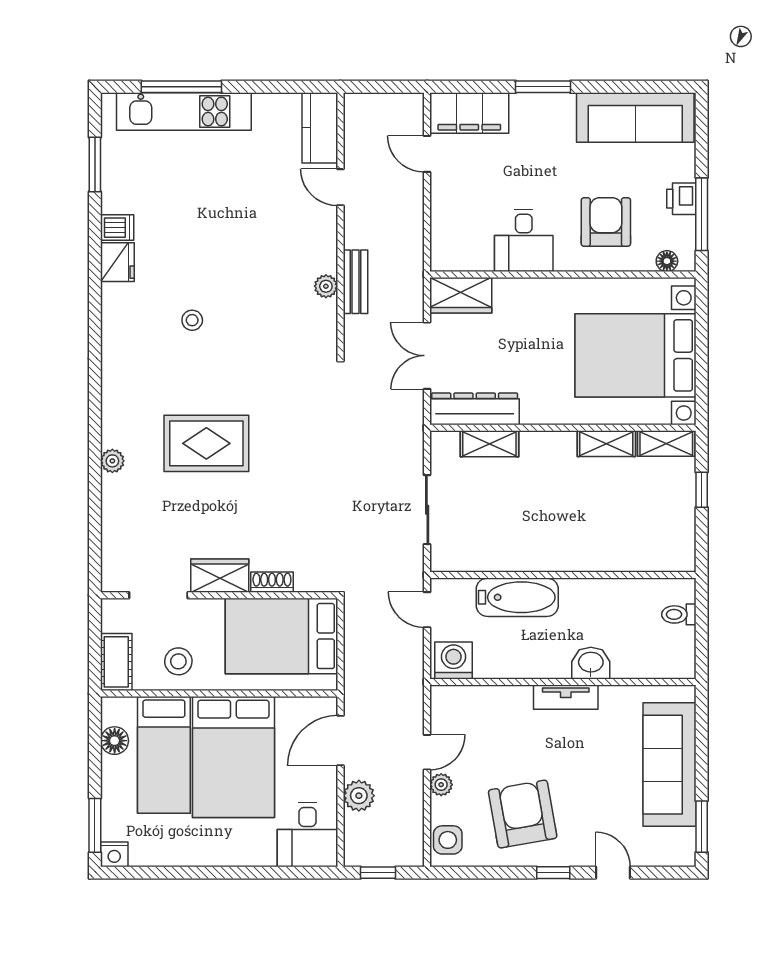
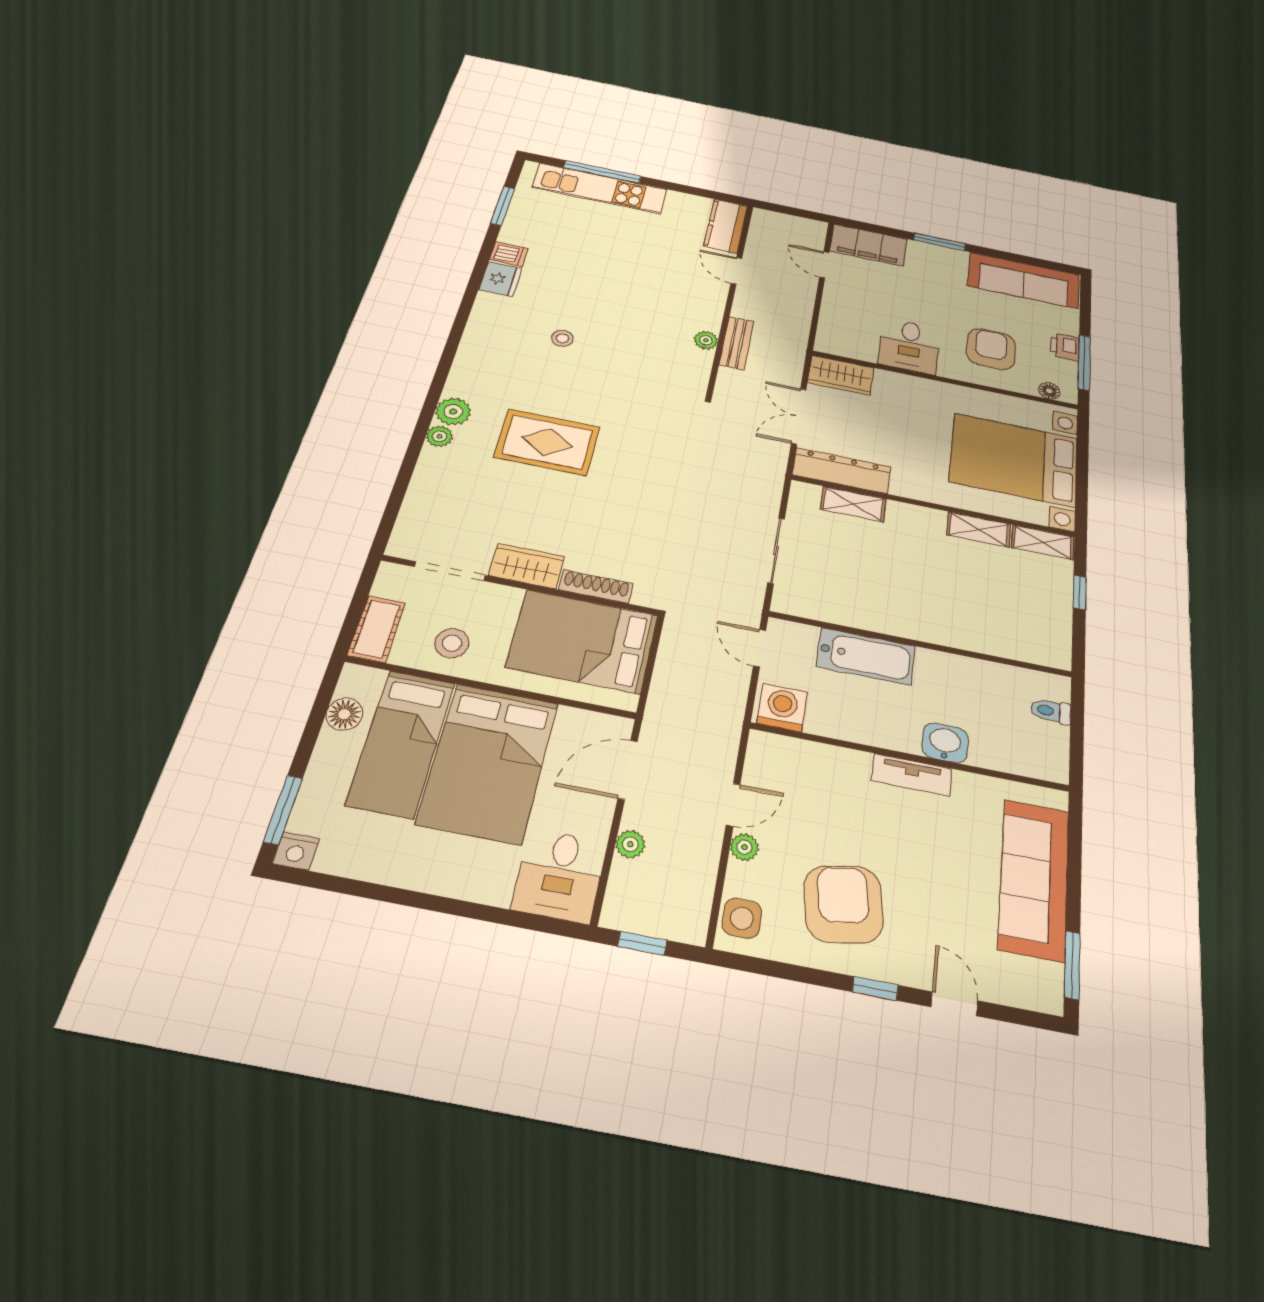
plant: (117, 431) -> (453, 411), added
shoe rack: (272, 582) -> (596, 587), width x1.43
plant: (359, 796) -> (630, 844), width x0.73, depth x0.73

